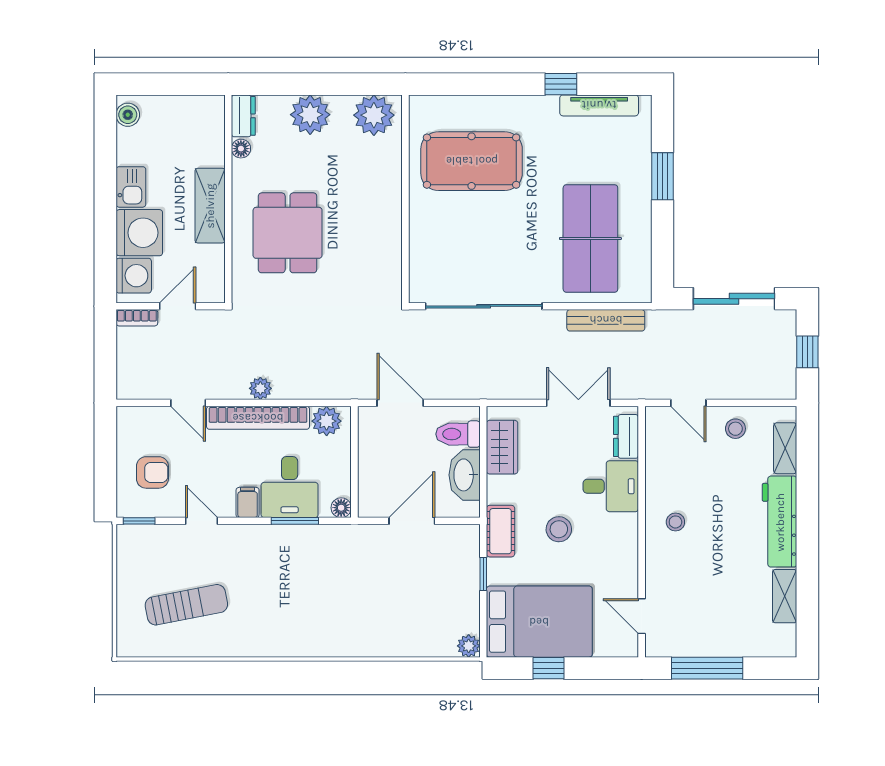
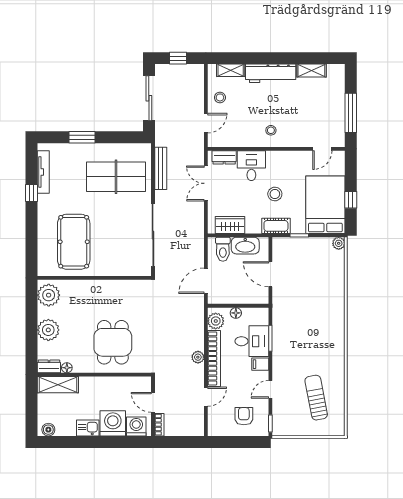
shelving: (210, 206) -> (58, 385), moved
dining table: (288, 233) -> (113, 342), turned 90
floor lamp: (341, 508) -> (236, 313), moved

